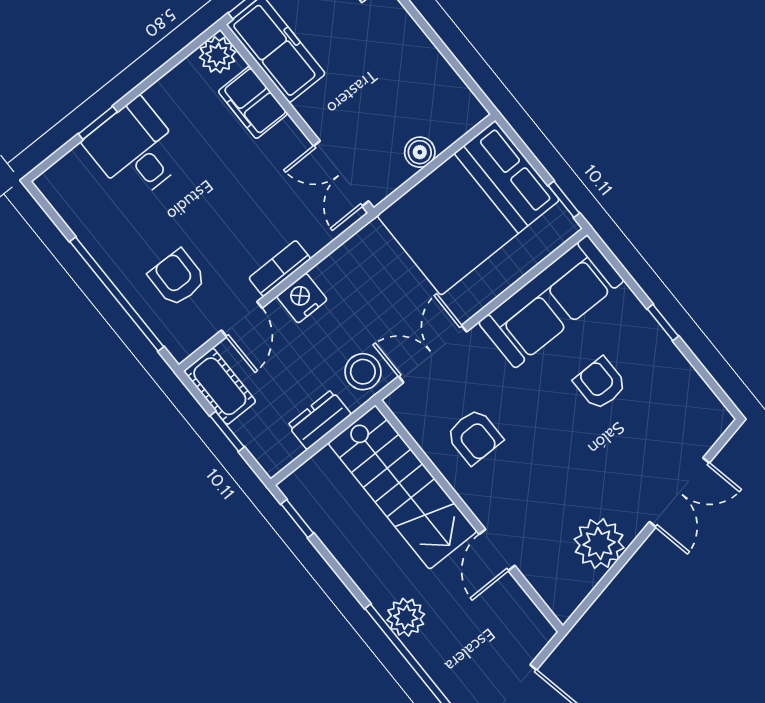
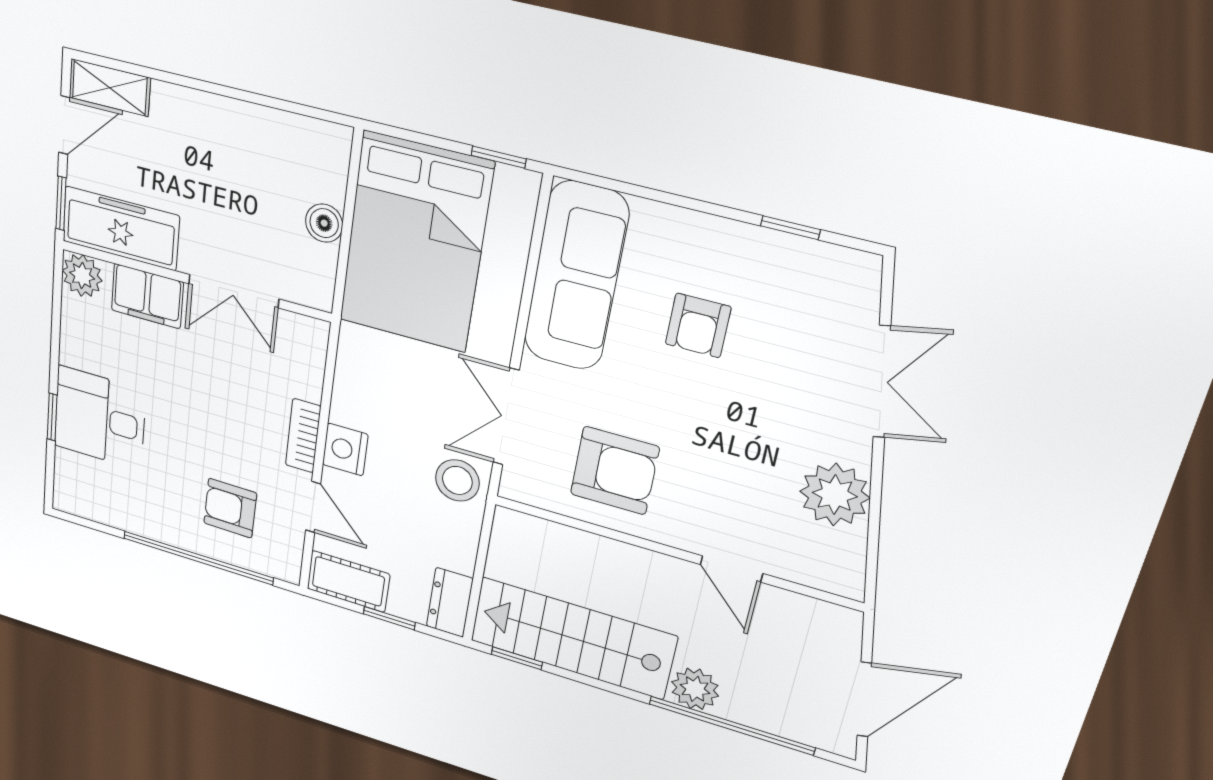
double door: (341, 174) -> (234, 291), moved
window: (663, 323) -> (790, 228), moved
armchair: (600, 384) -> (698, 325), turned -90
dresser: (319, 420) -> (450, 602), moved
armchair: (474, 437) -> (615, 471), width x1.38, depth x1.38
stairs: (402, 487) -> (573, 638), moved, turned 180

